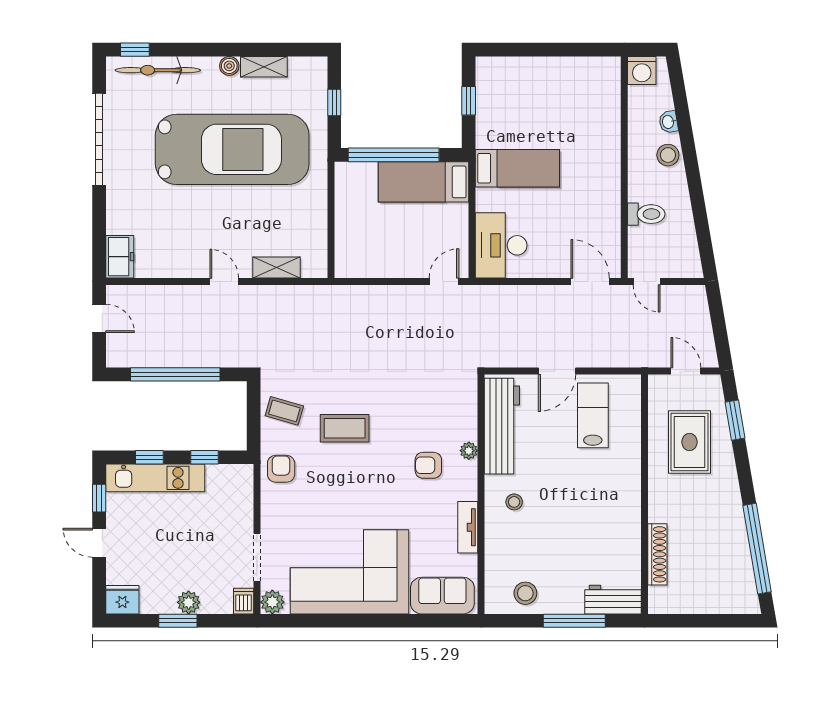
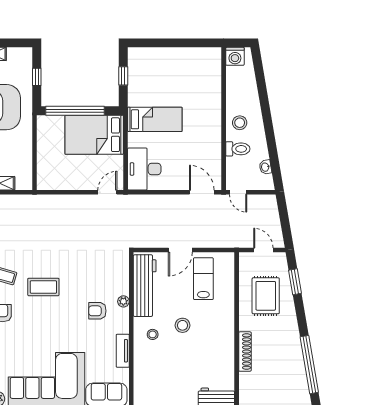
washbasin: (668, 122) -> (265, 167), moved
stool: (668, 155) -> (240, 123), moved
bed: (424, 182) -> (94, 135), width x1.50
shoe rack: (657, 554) -> (245, 352), moved
stool: (525, 593) -> (183, 325), moved

